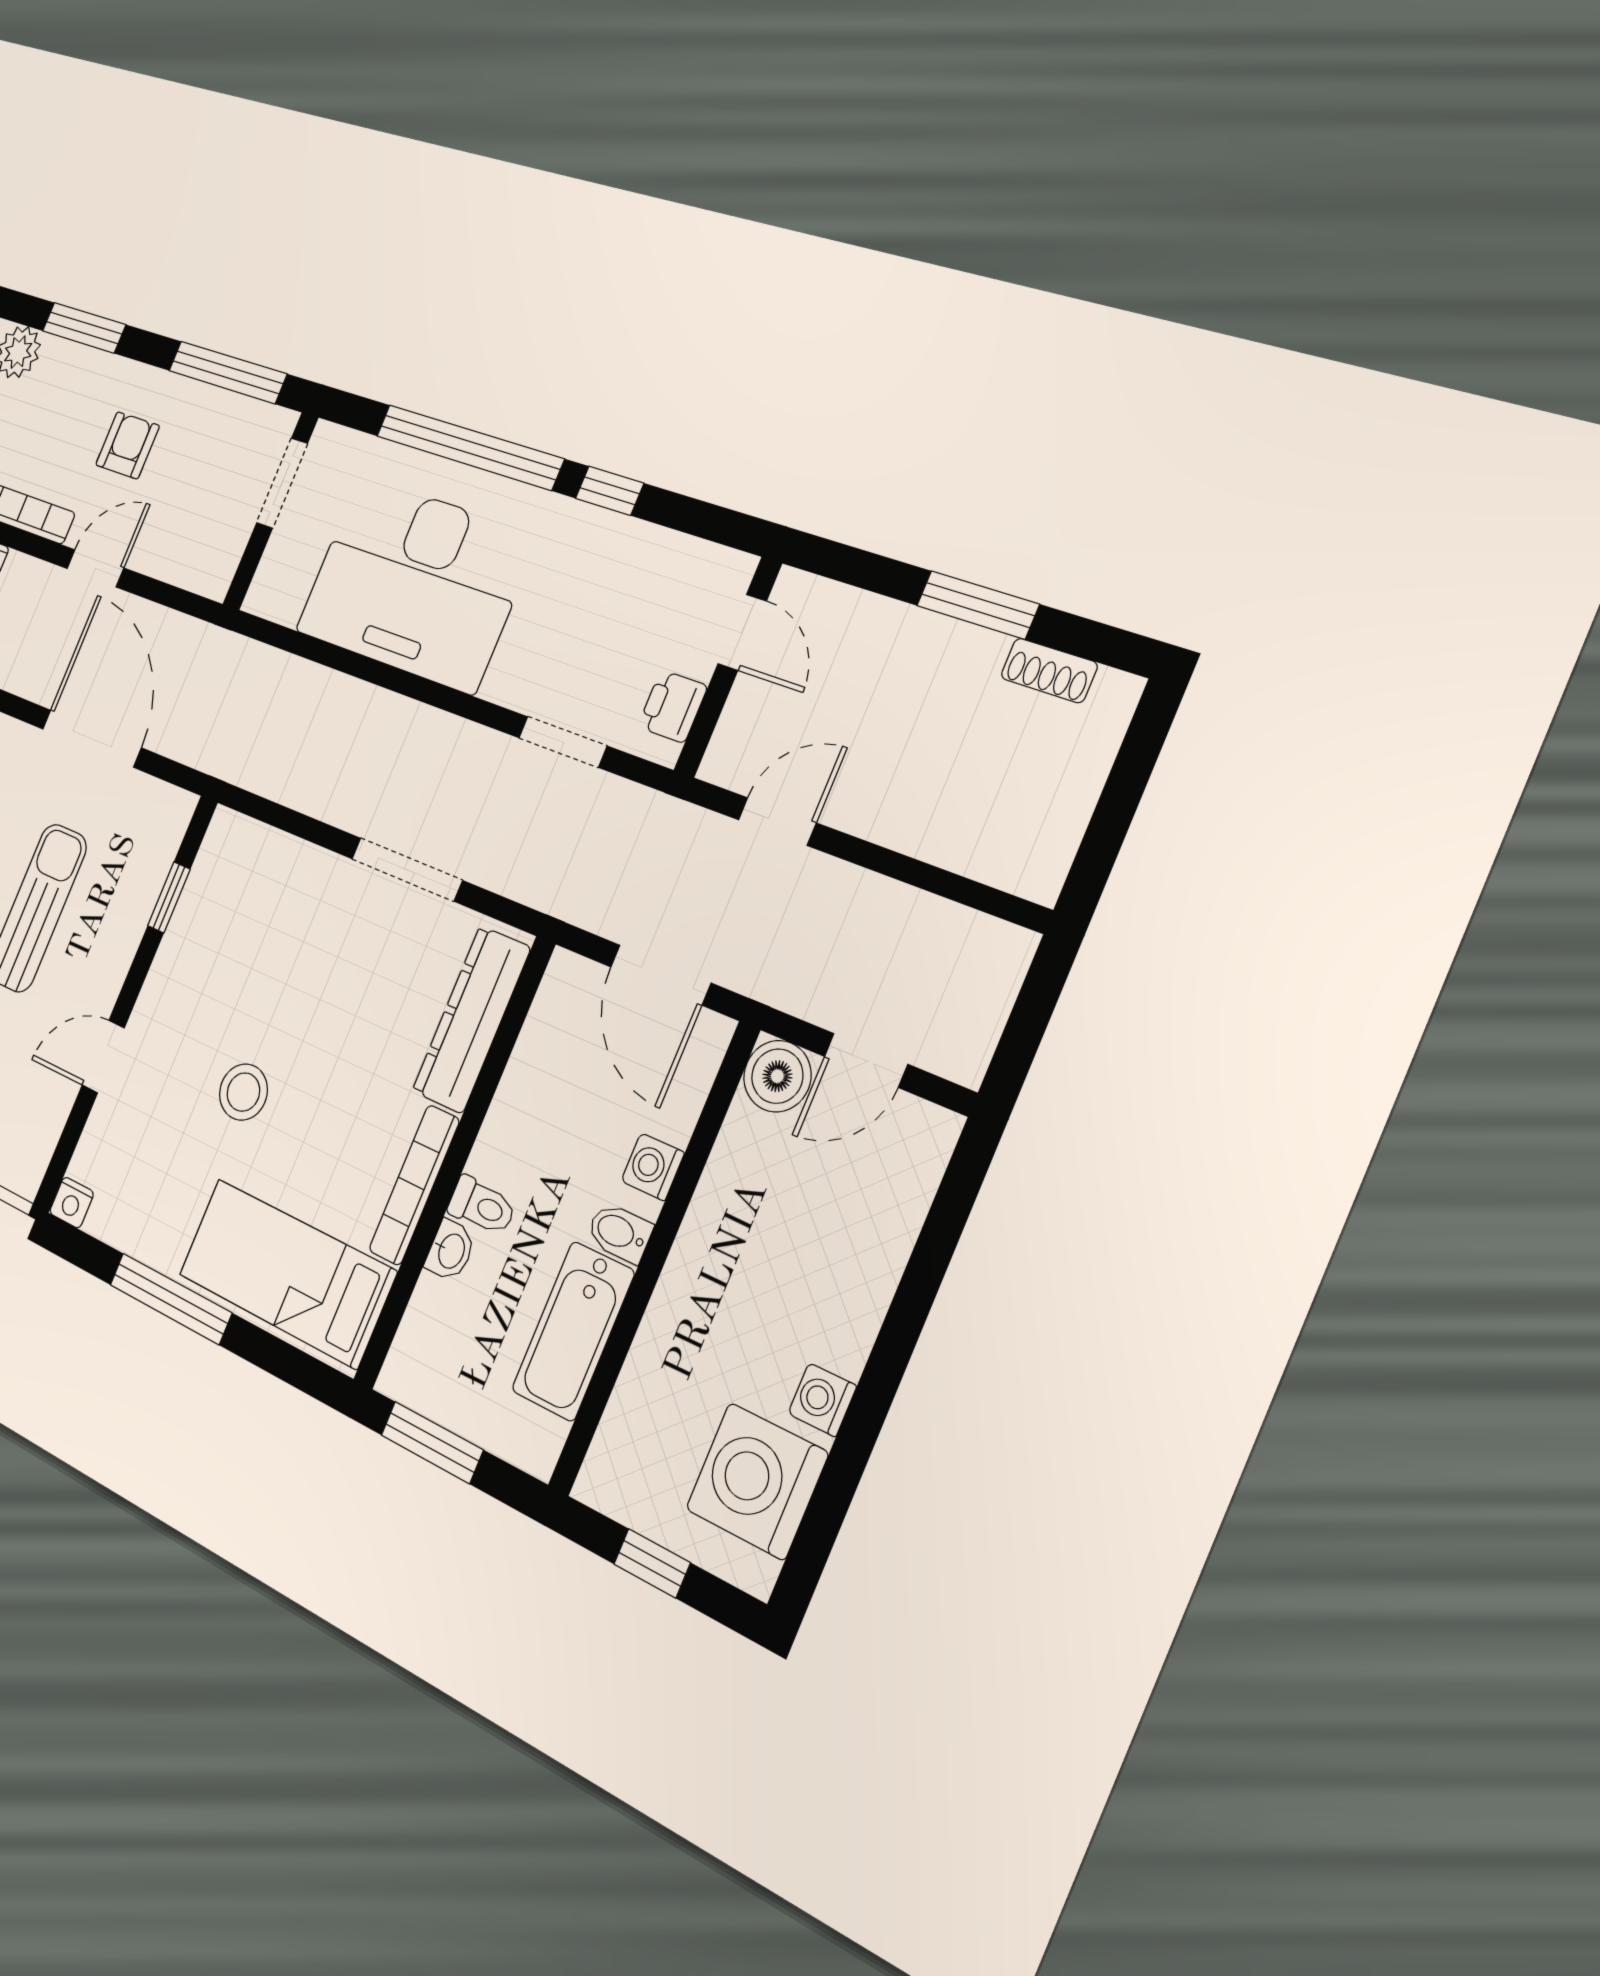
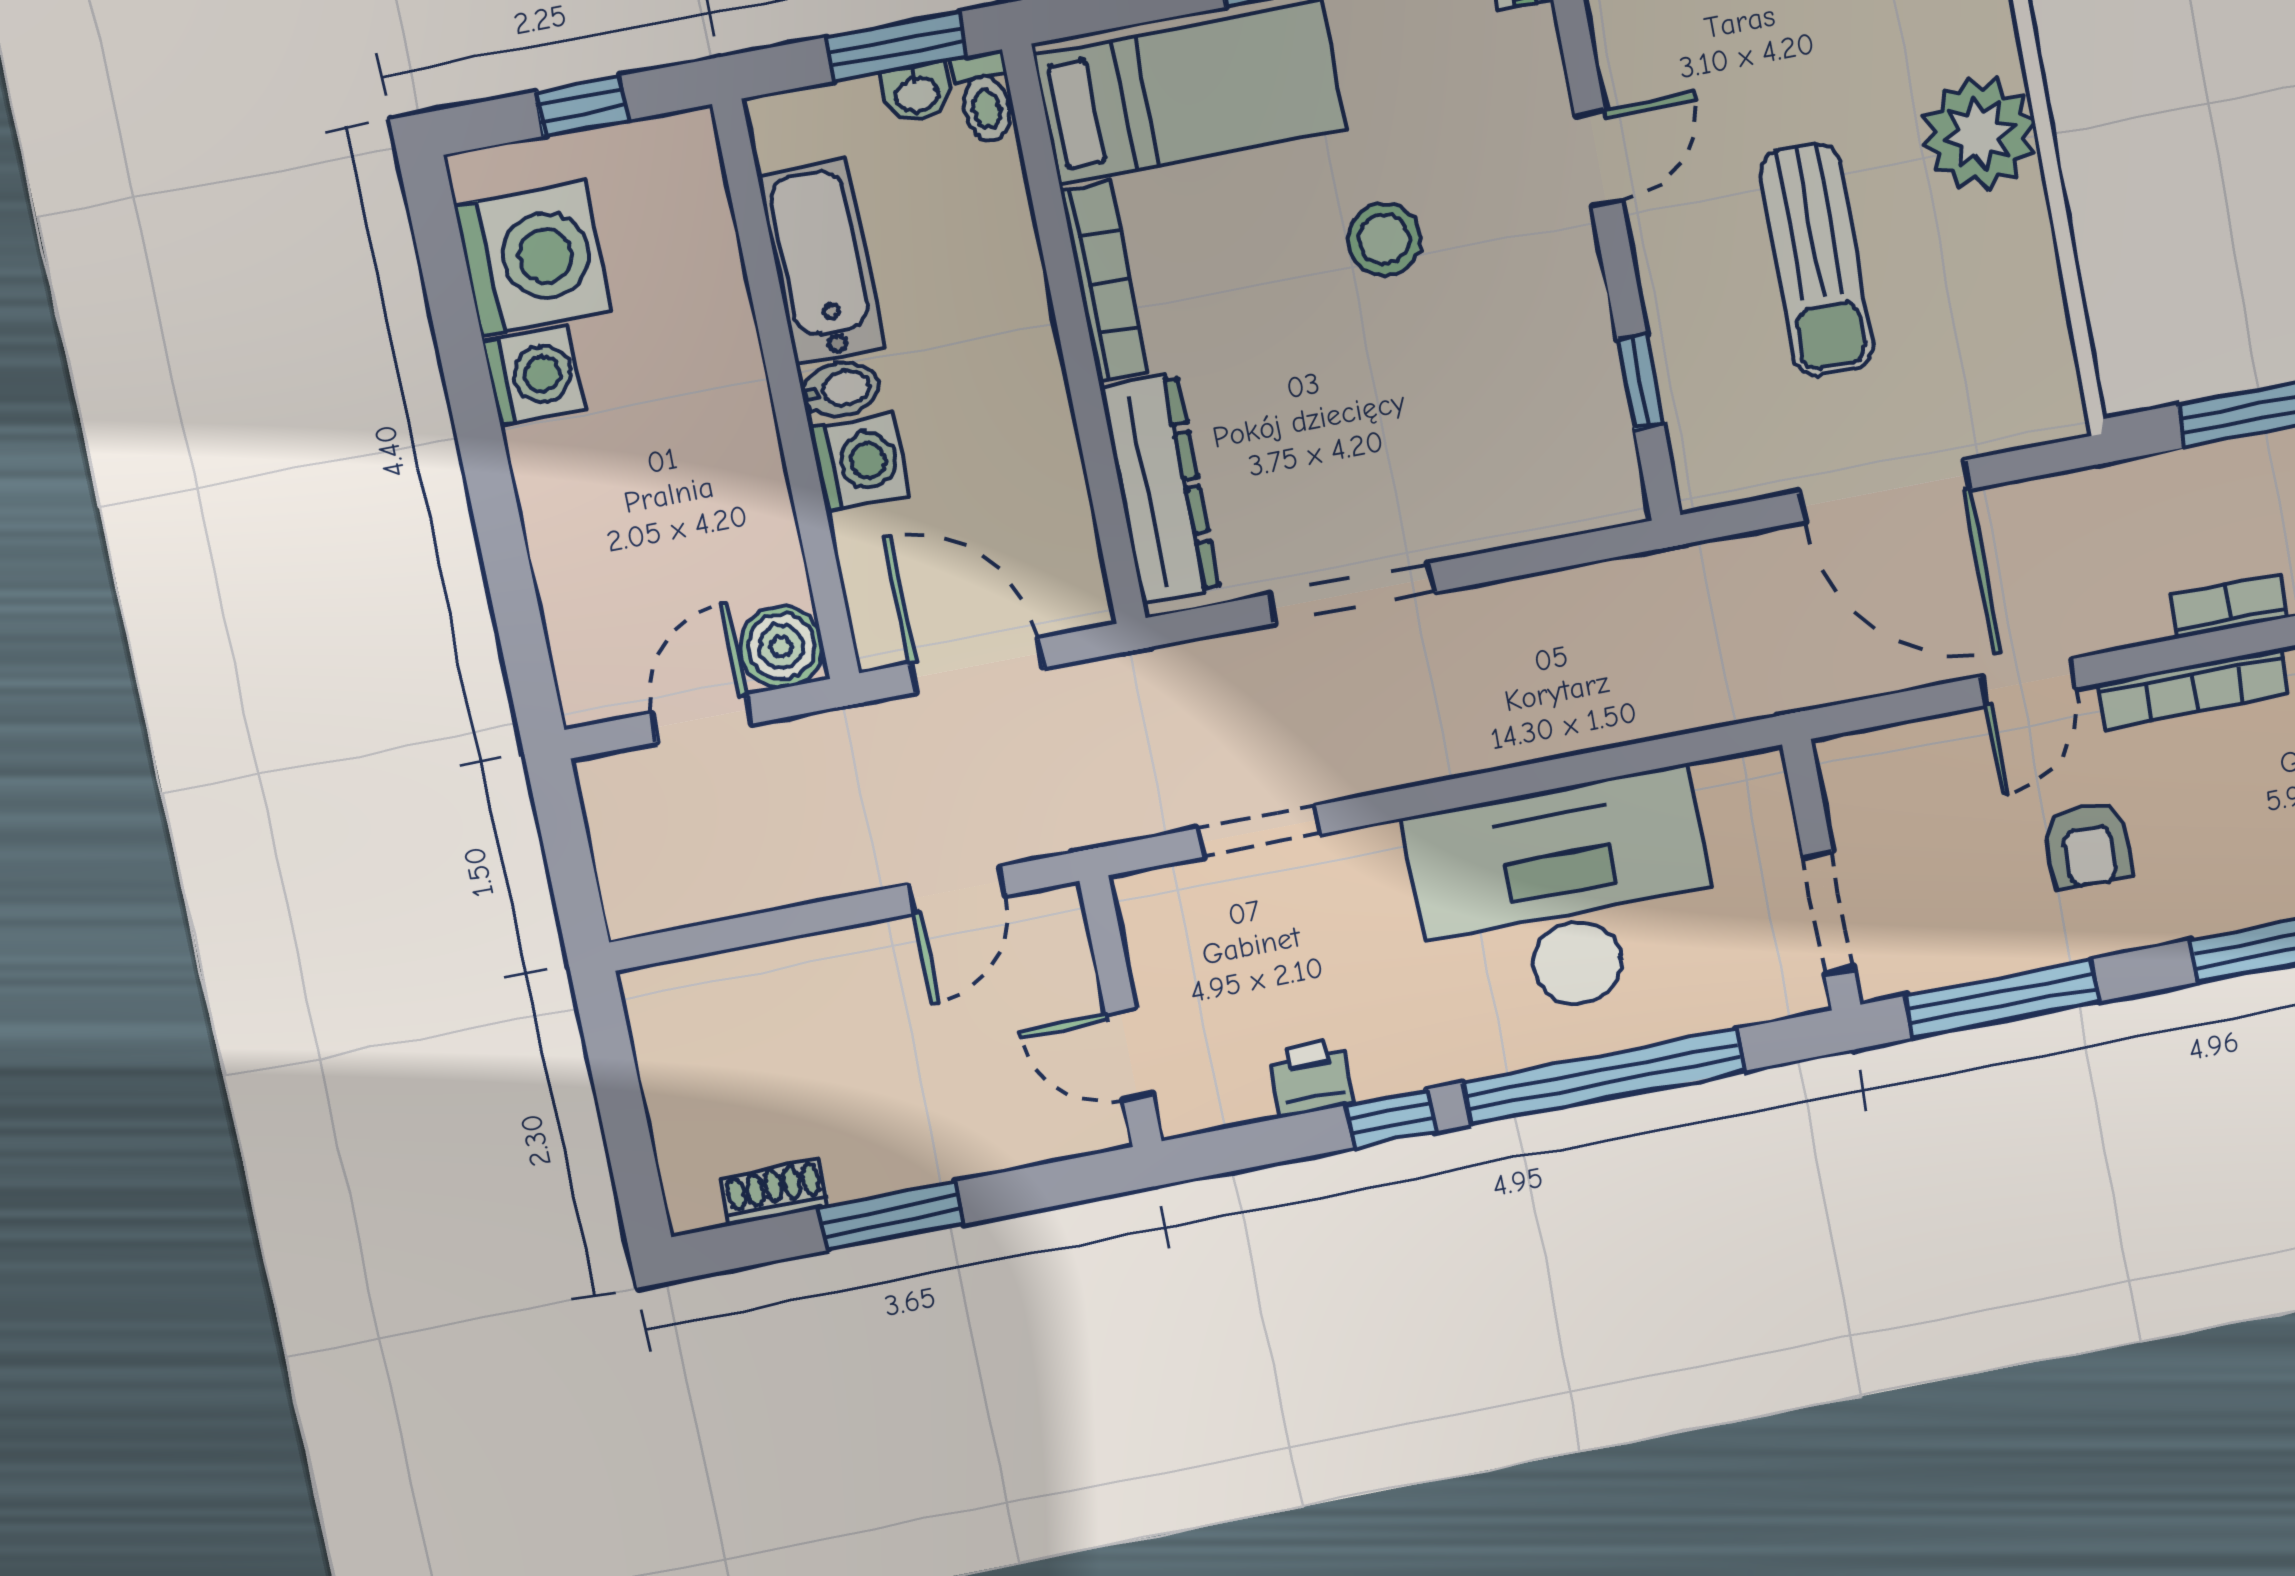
printer: (673, 706) -> (1311, 1078), moved, turned -90
washing machine: (653, 1167) -> (859, 462), width x1.38, depth x1.38
toilet: (482, 1206) -> (985, 97), moved, turned -90
washbasin: (450, 1251) -> (917, 93), moved, turned -90
washing machine: (822, 1400) -> (534, 376), width x1.38, depth x1.38

